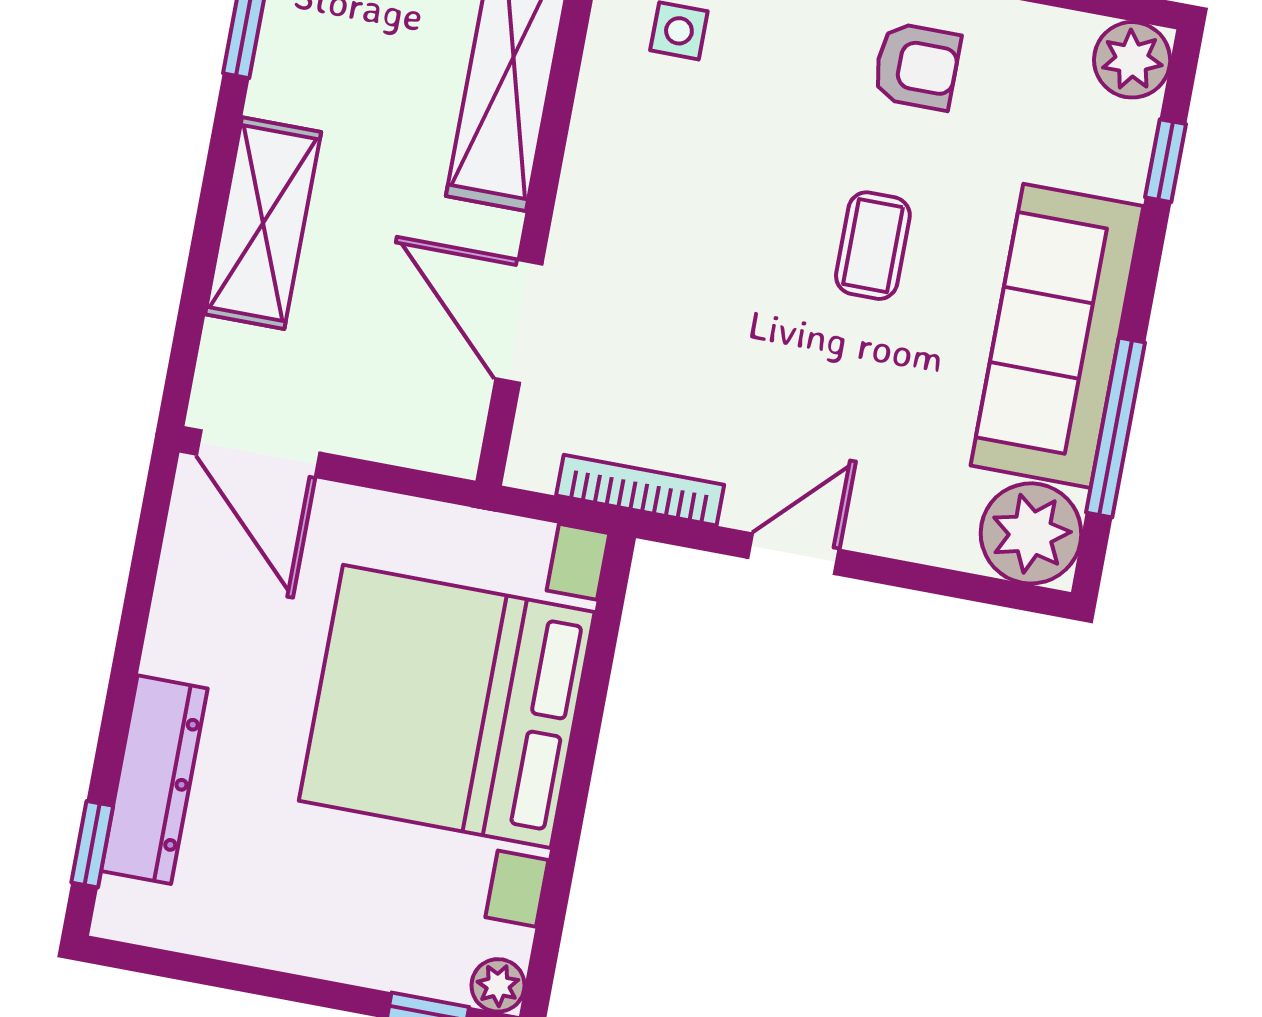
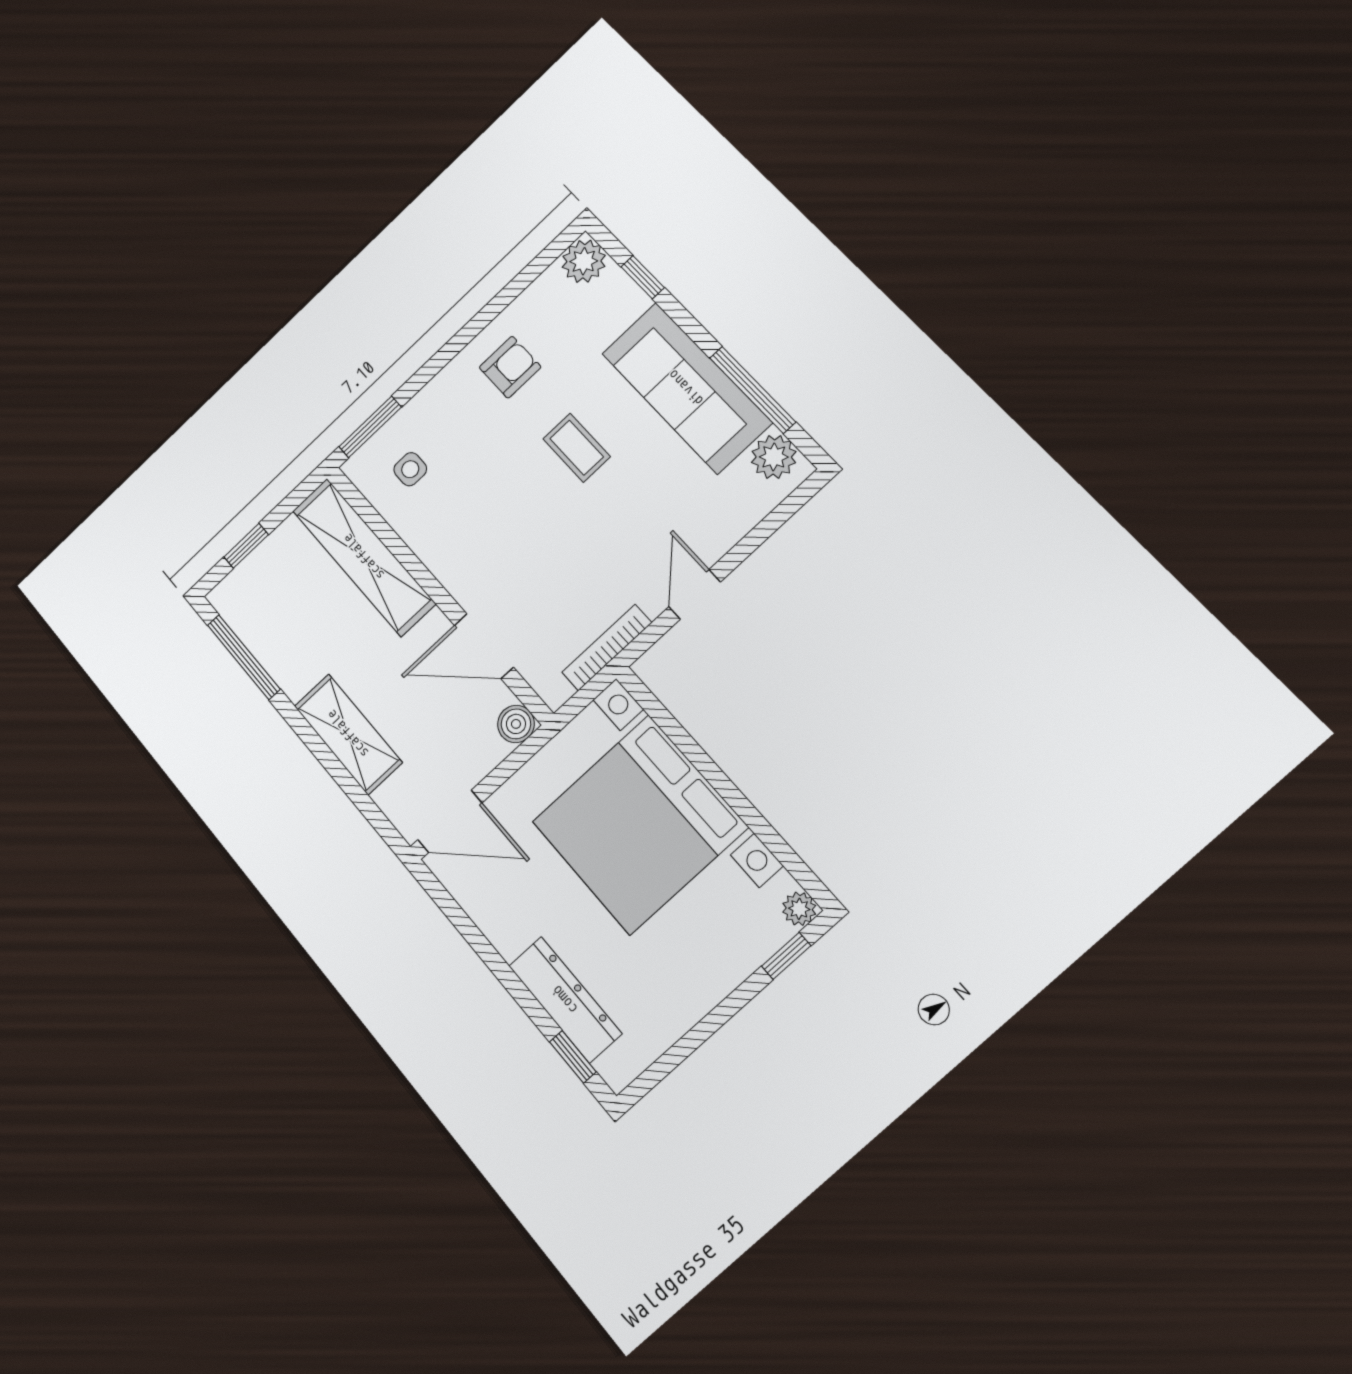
boiler: (451, 445) -> (516, 724), added
plant: (1031, 533) -> (774, 457), width x0.73, depth x0.73

